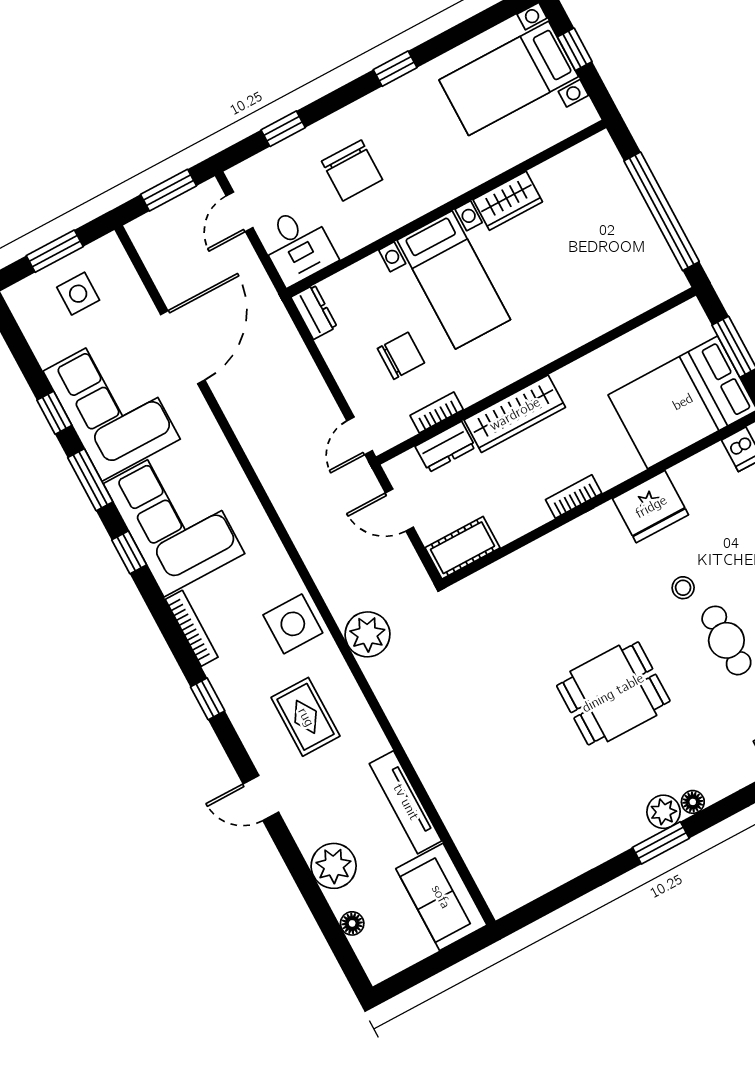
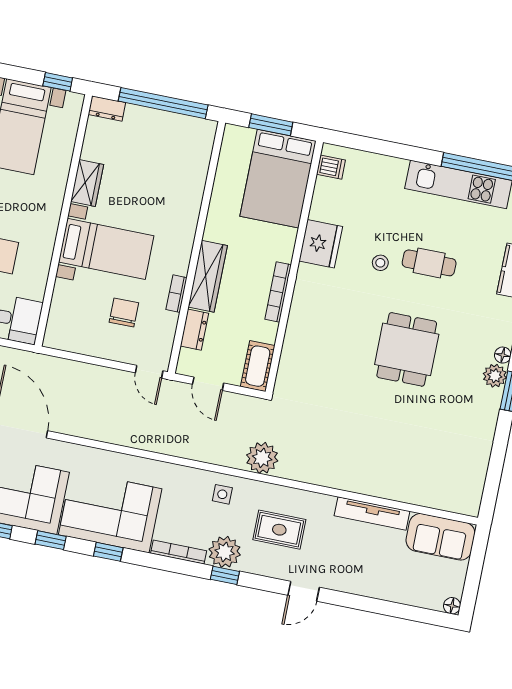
window: (575, 49) -> (58, 82), moved
dresser: (314, 312) -> (107, 109), moved, turned 180
bookcase: (437, 413) -> (176, 294), moved
window: (90, 480) -> (51, 540), width x0.67
bookcase: (574, 497) -> (278, 292), width x1.56
door: (399, 510) -> (208, 384), hinge flipped
side table: (293, 624) -> (222, 494), width x0.54, depth x0.54
plant: (334, 866) -> (225, 552), moved
floor lamp: (352, 923) -> (452, 606), moved

